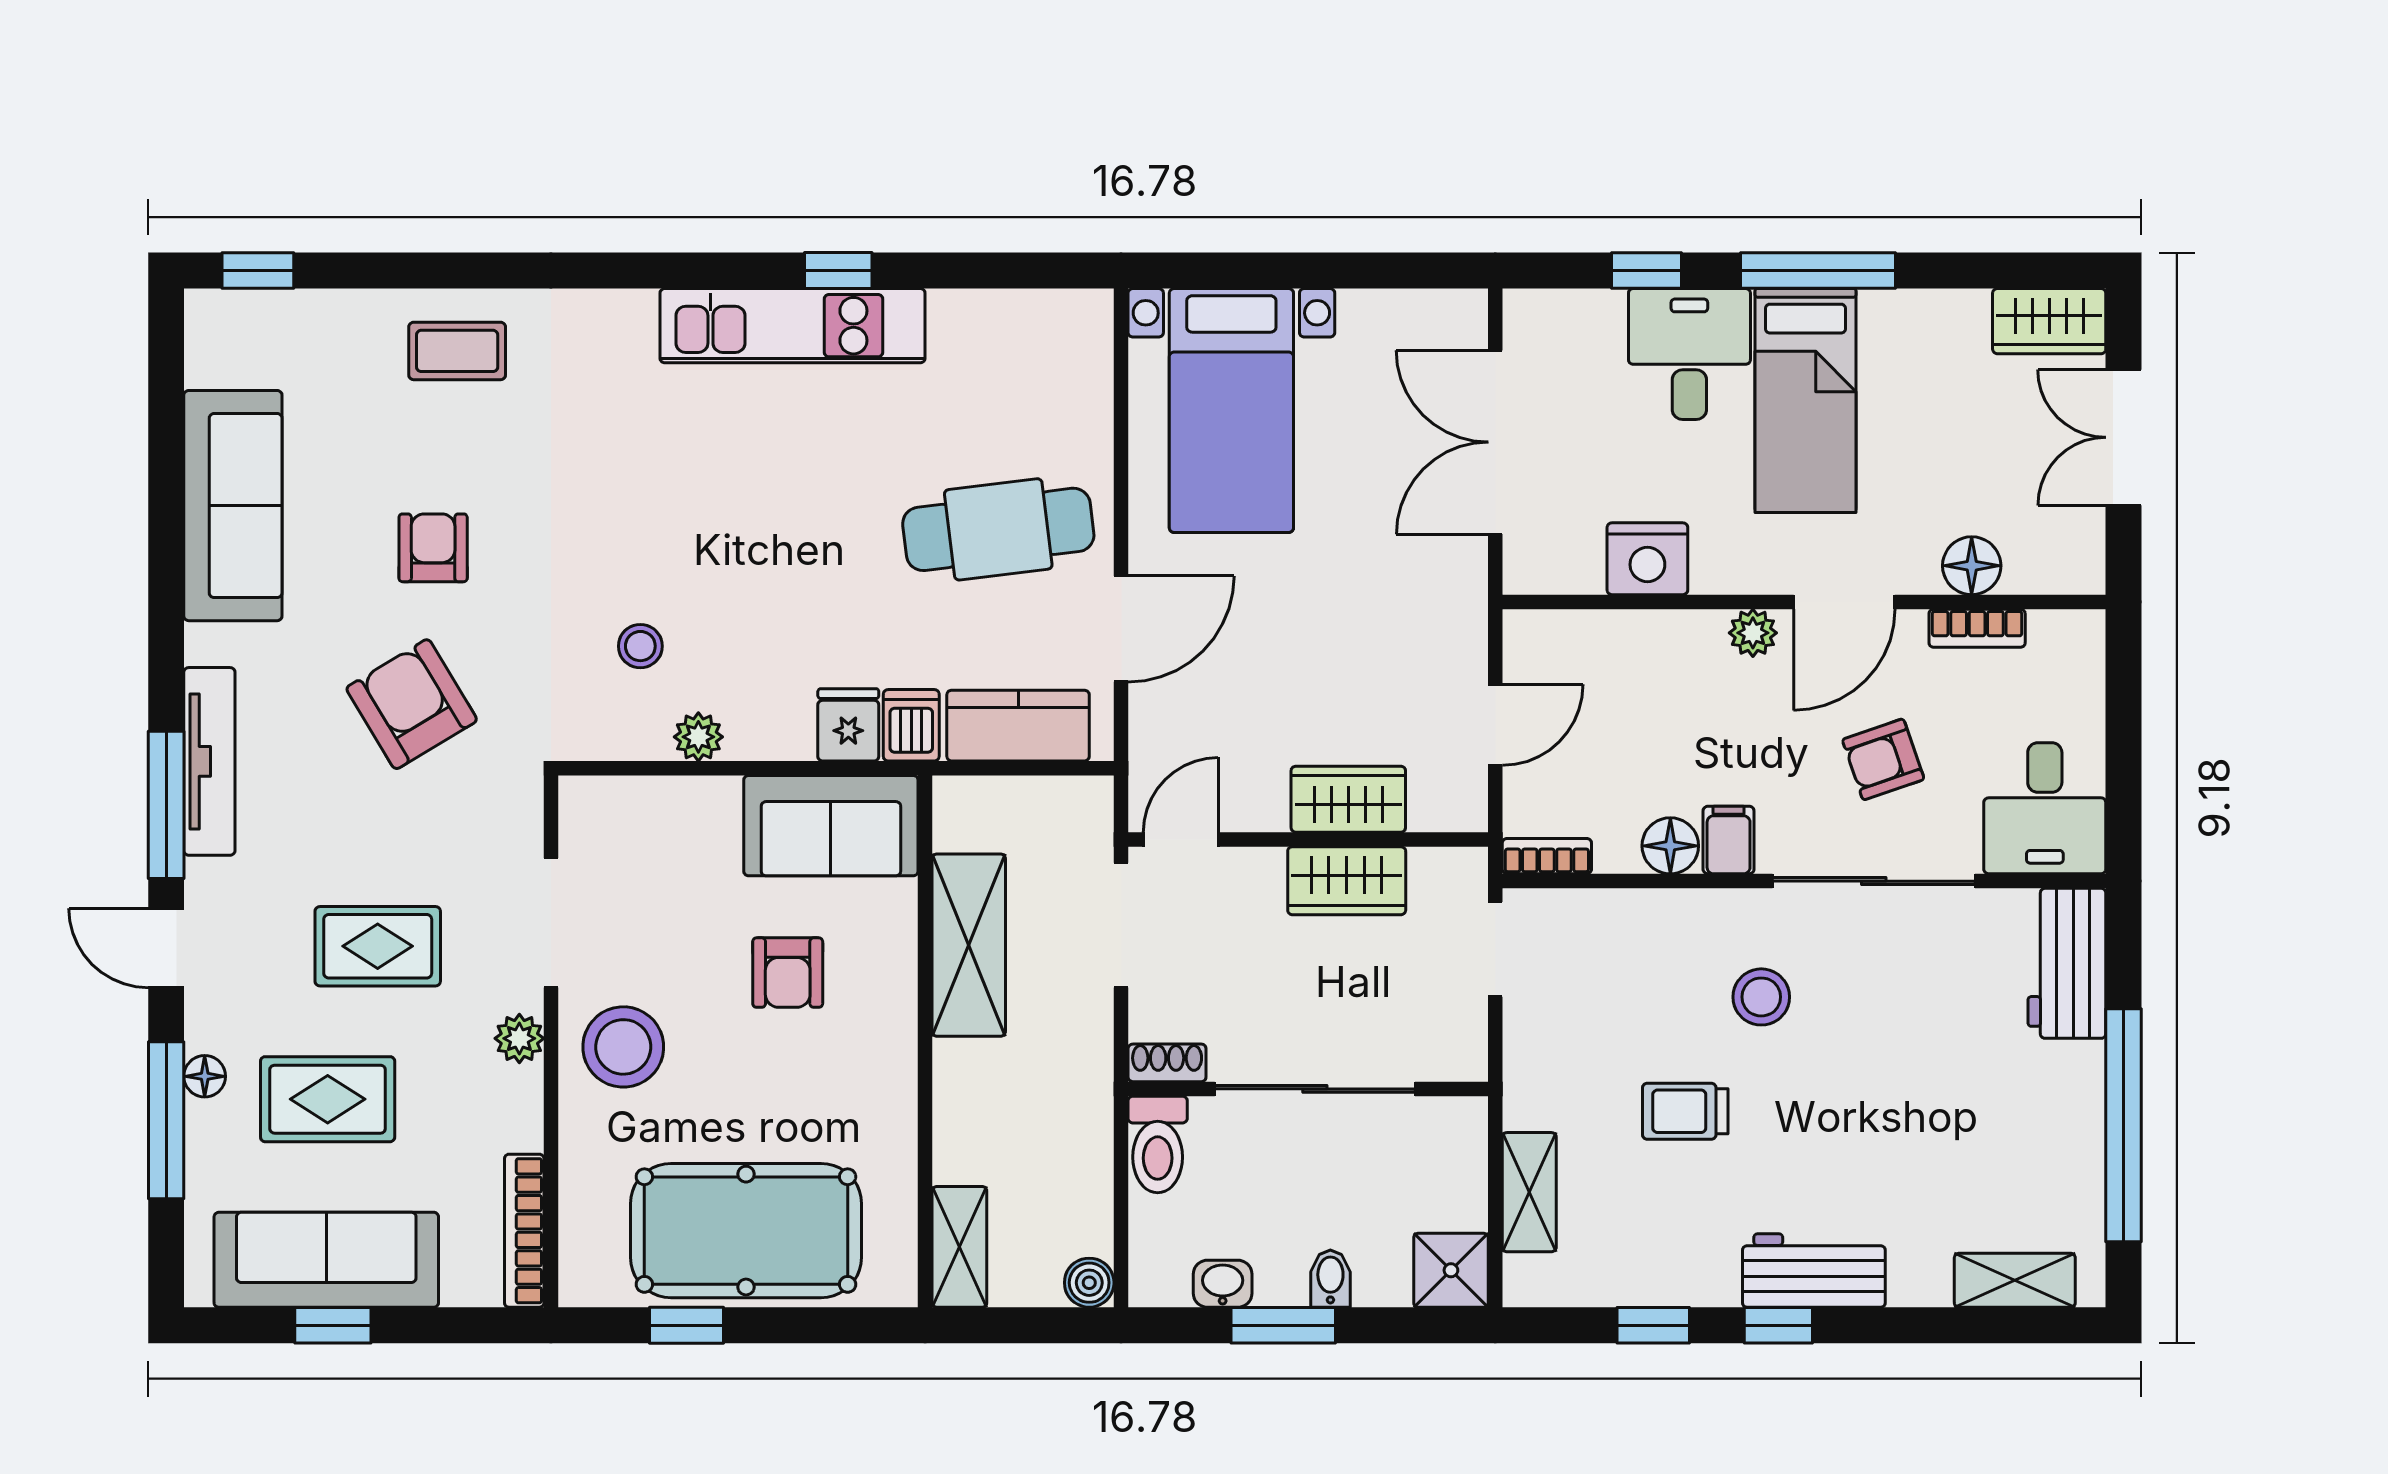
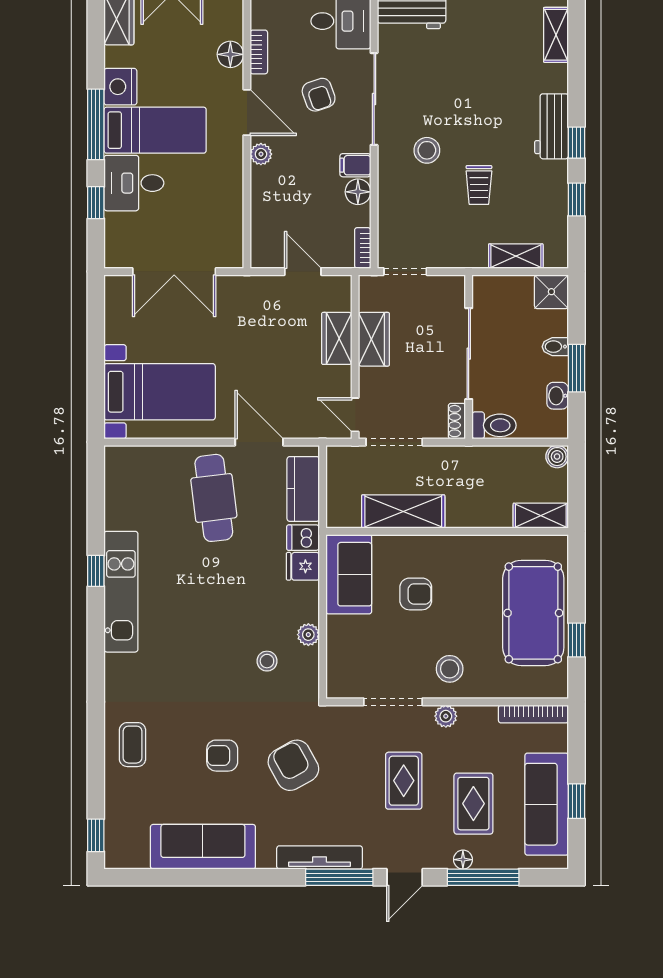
nightstand: (1647, 559) -> (120, 87), moved, turned 180
armchair: (412, 704) -> (293, 765), turned 92
stool: (623, 1047) -> (450, 669), width x0.73, depth x0.73

